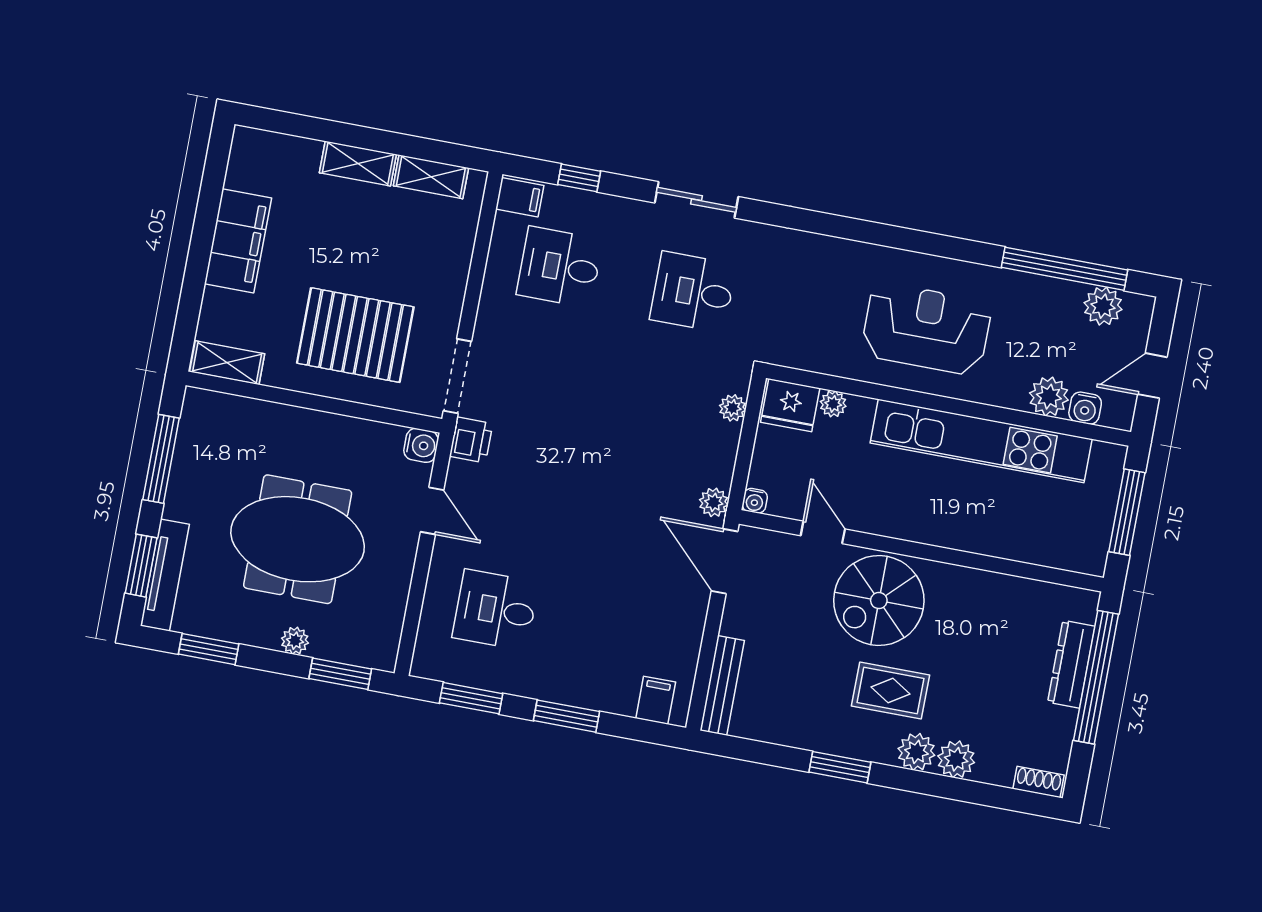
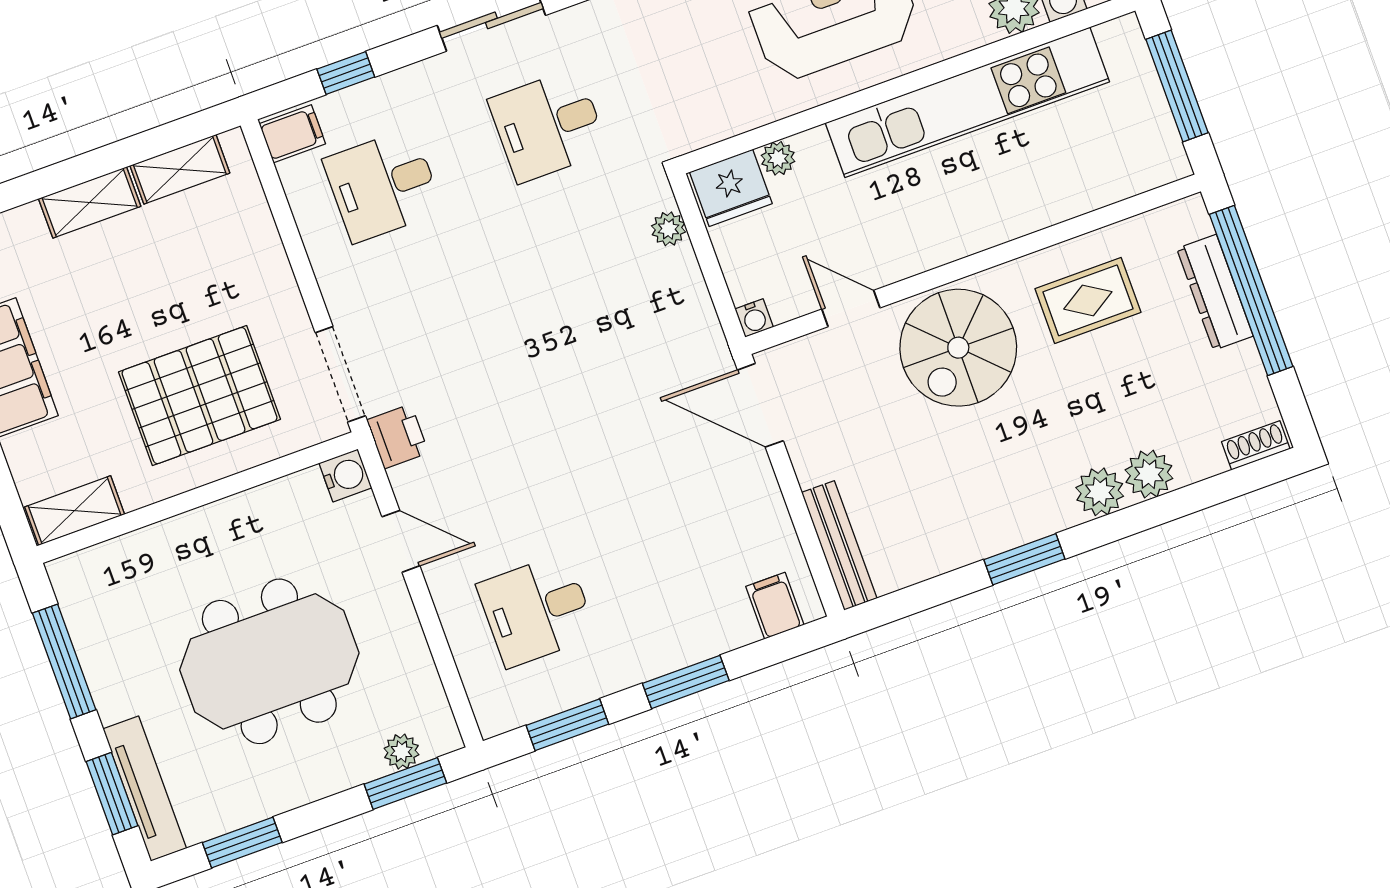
plant: (714, 502) -> (709, 347), removed
plant: (295, 641) -> (401, 752), moved
rug: (890, 691) -> (1088, 300), moved

